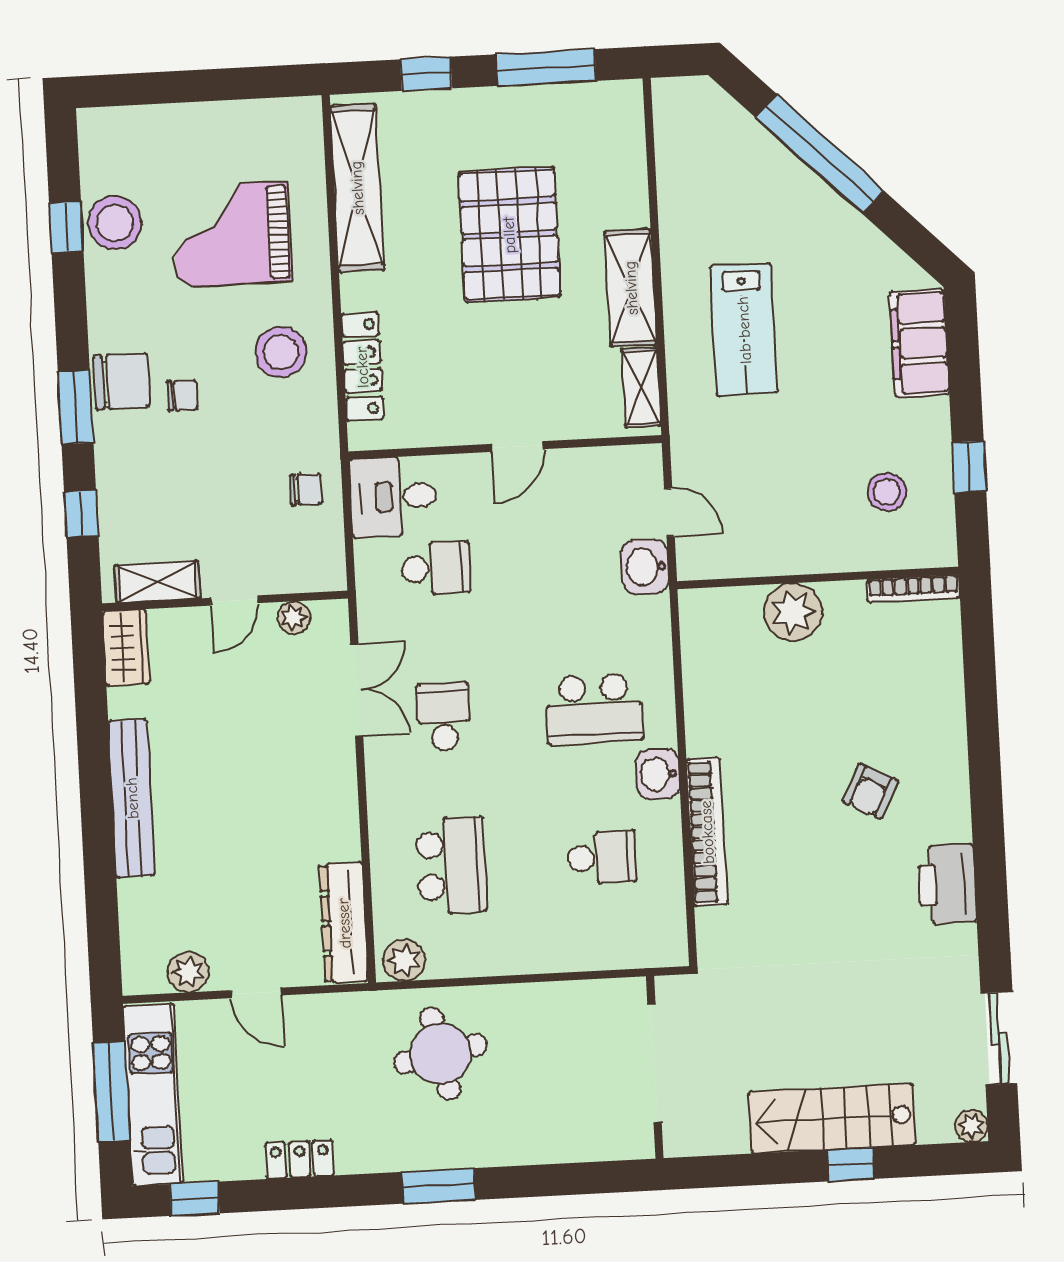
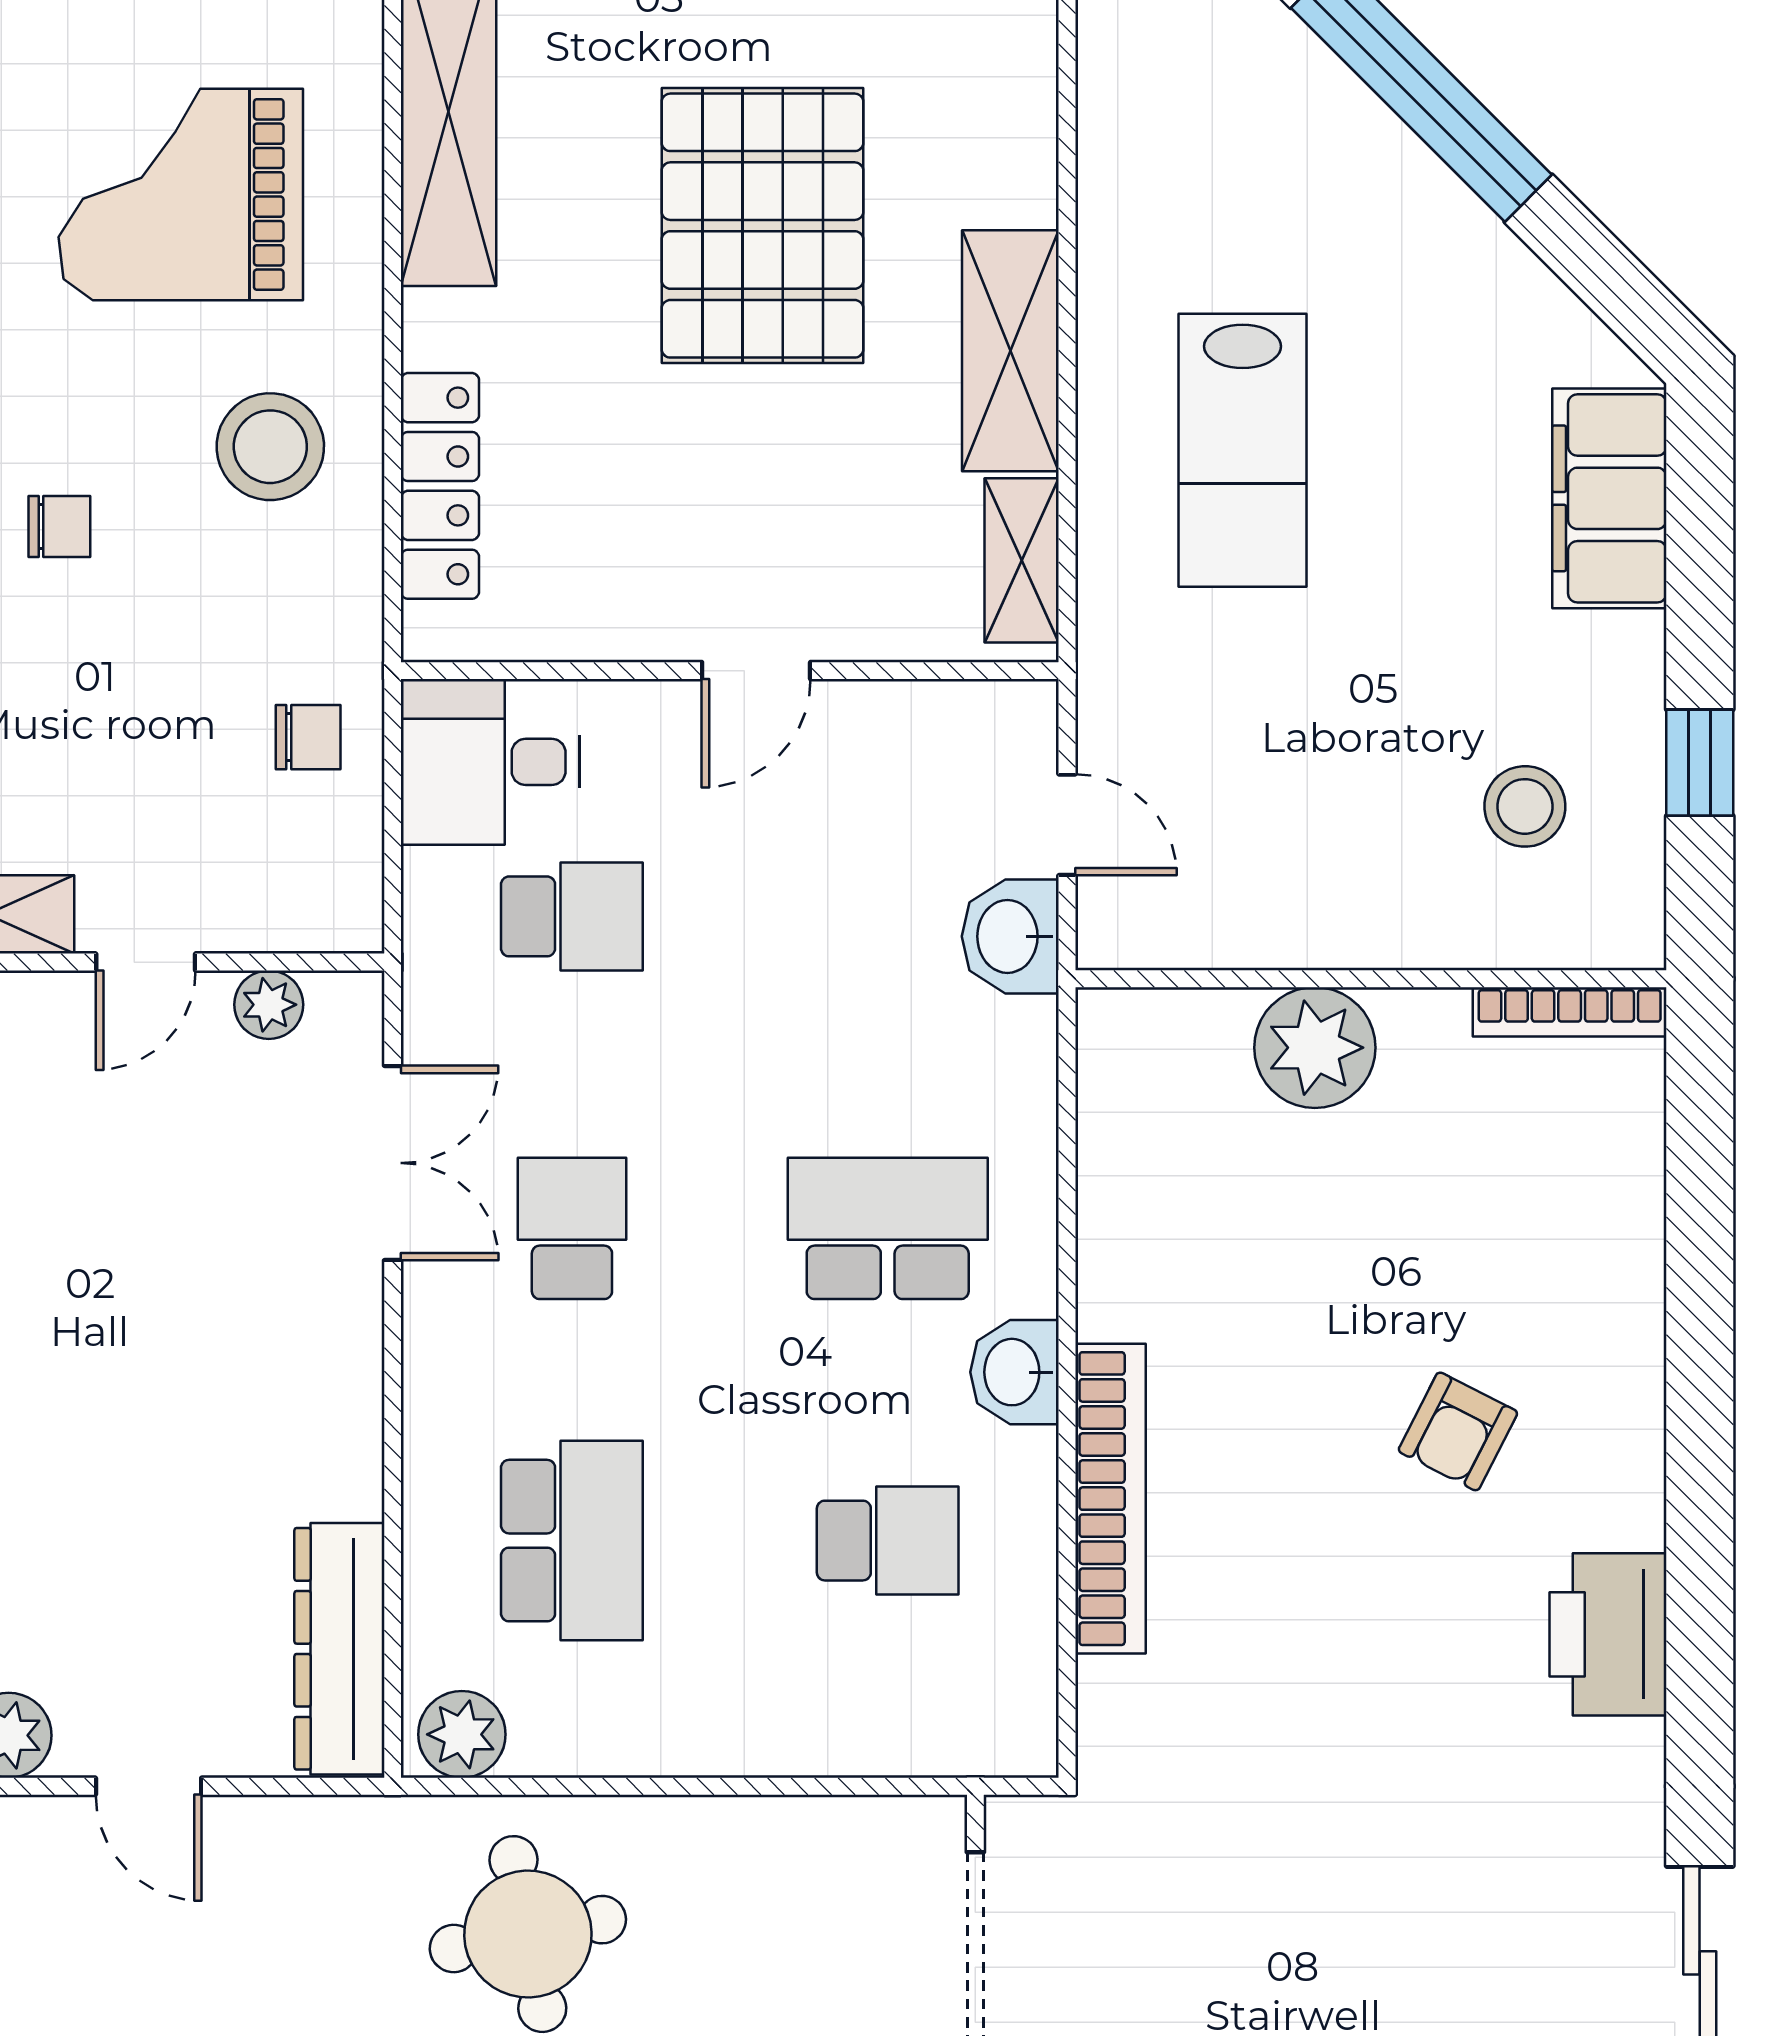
school desk: (594, 709) -> (888, 1228), turned 180

